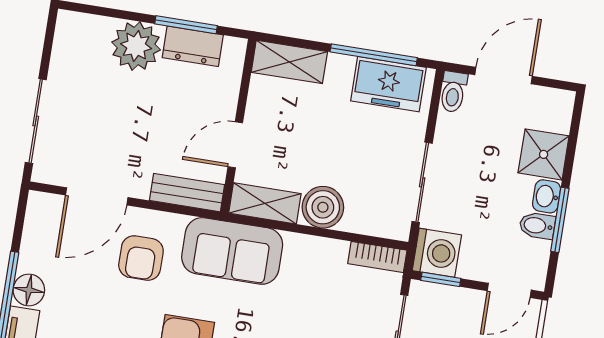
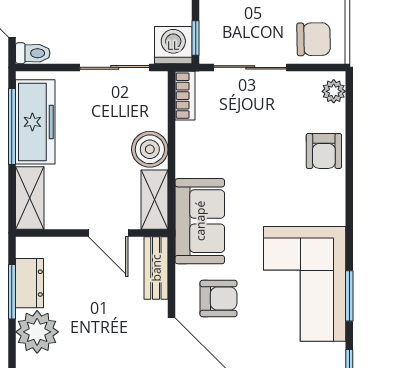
freezer: (388, 84) -> (35, 122), width x1.40

